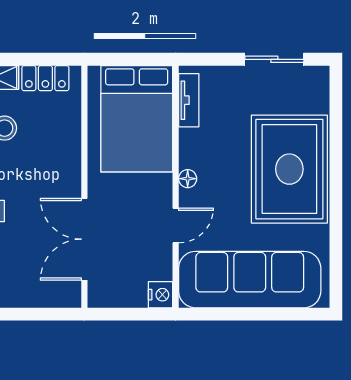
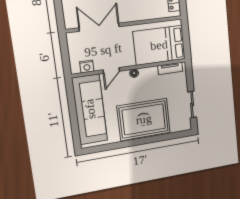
door: (176, 225) -> (111, 70), hinge flipped
nightstand: (160, 295) -> (87, 66), moved

